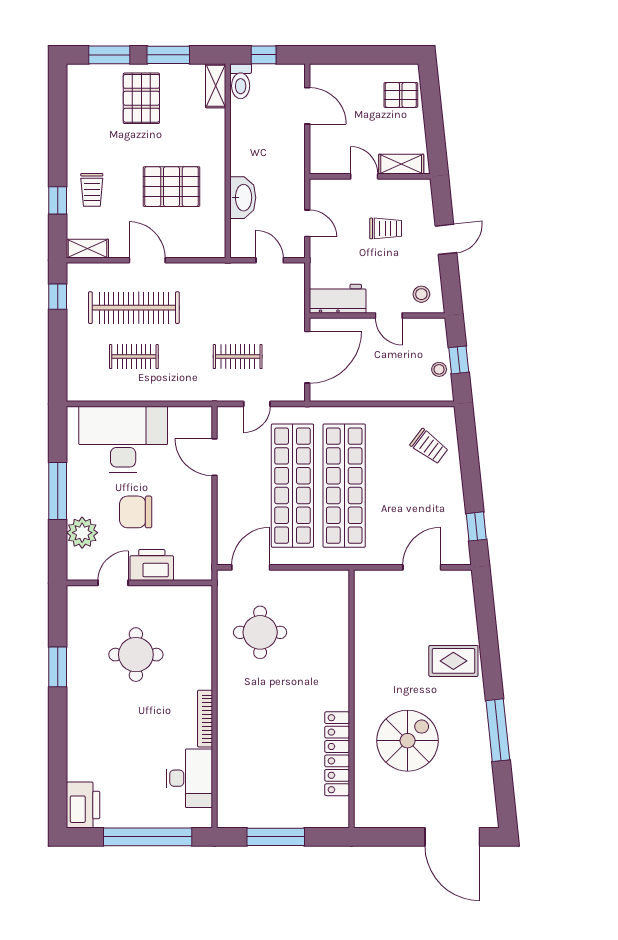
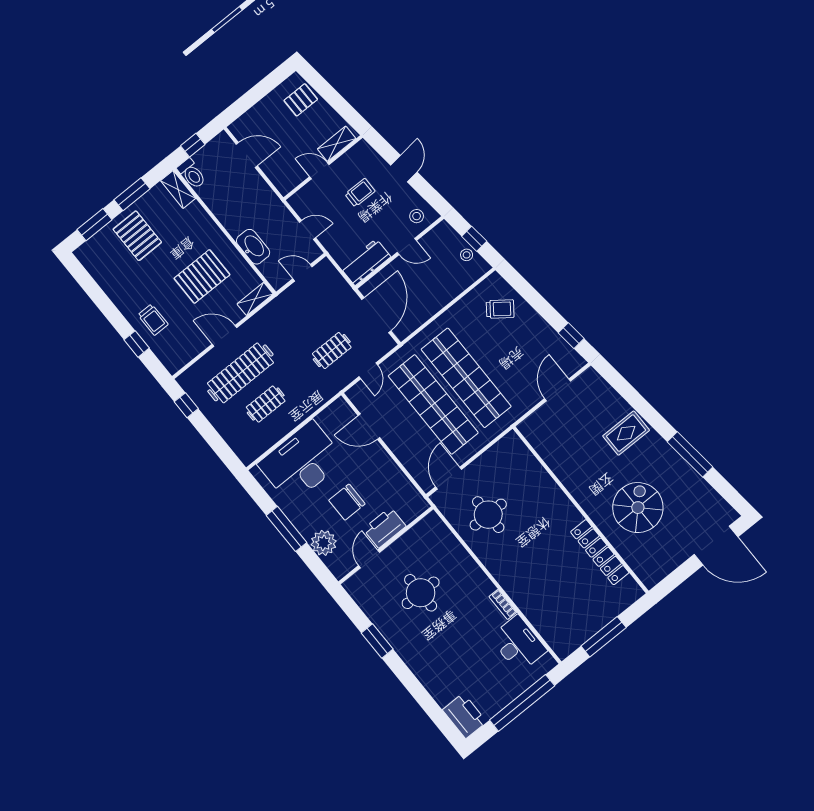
shelving: (87, 249) -> (255, 299), moved
bookcase: (205, 719) -> (503, 604), width x0.64

